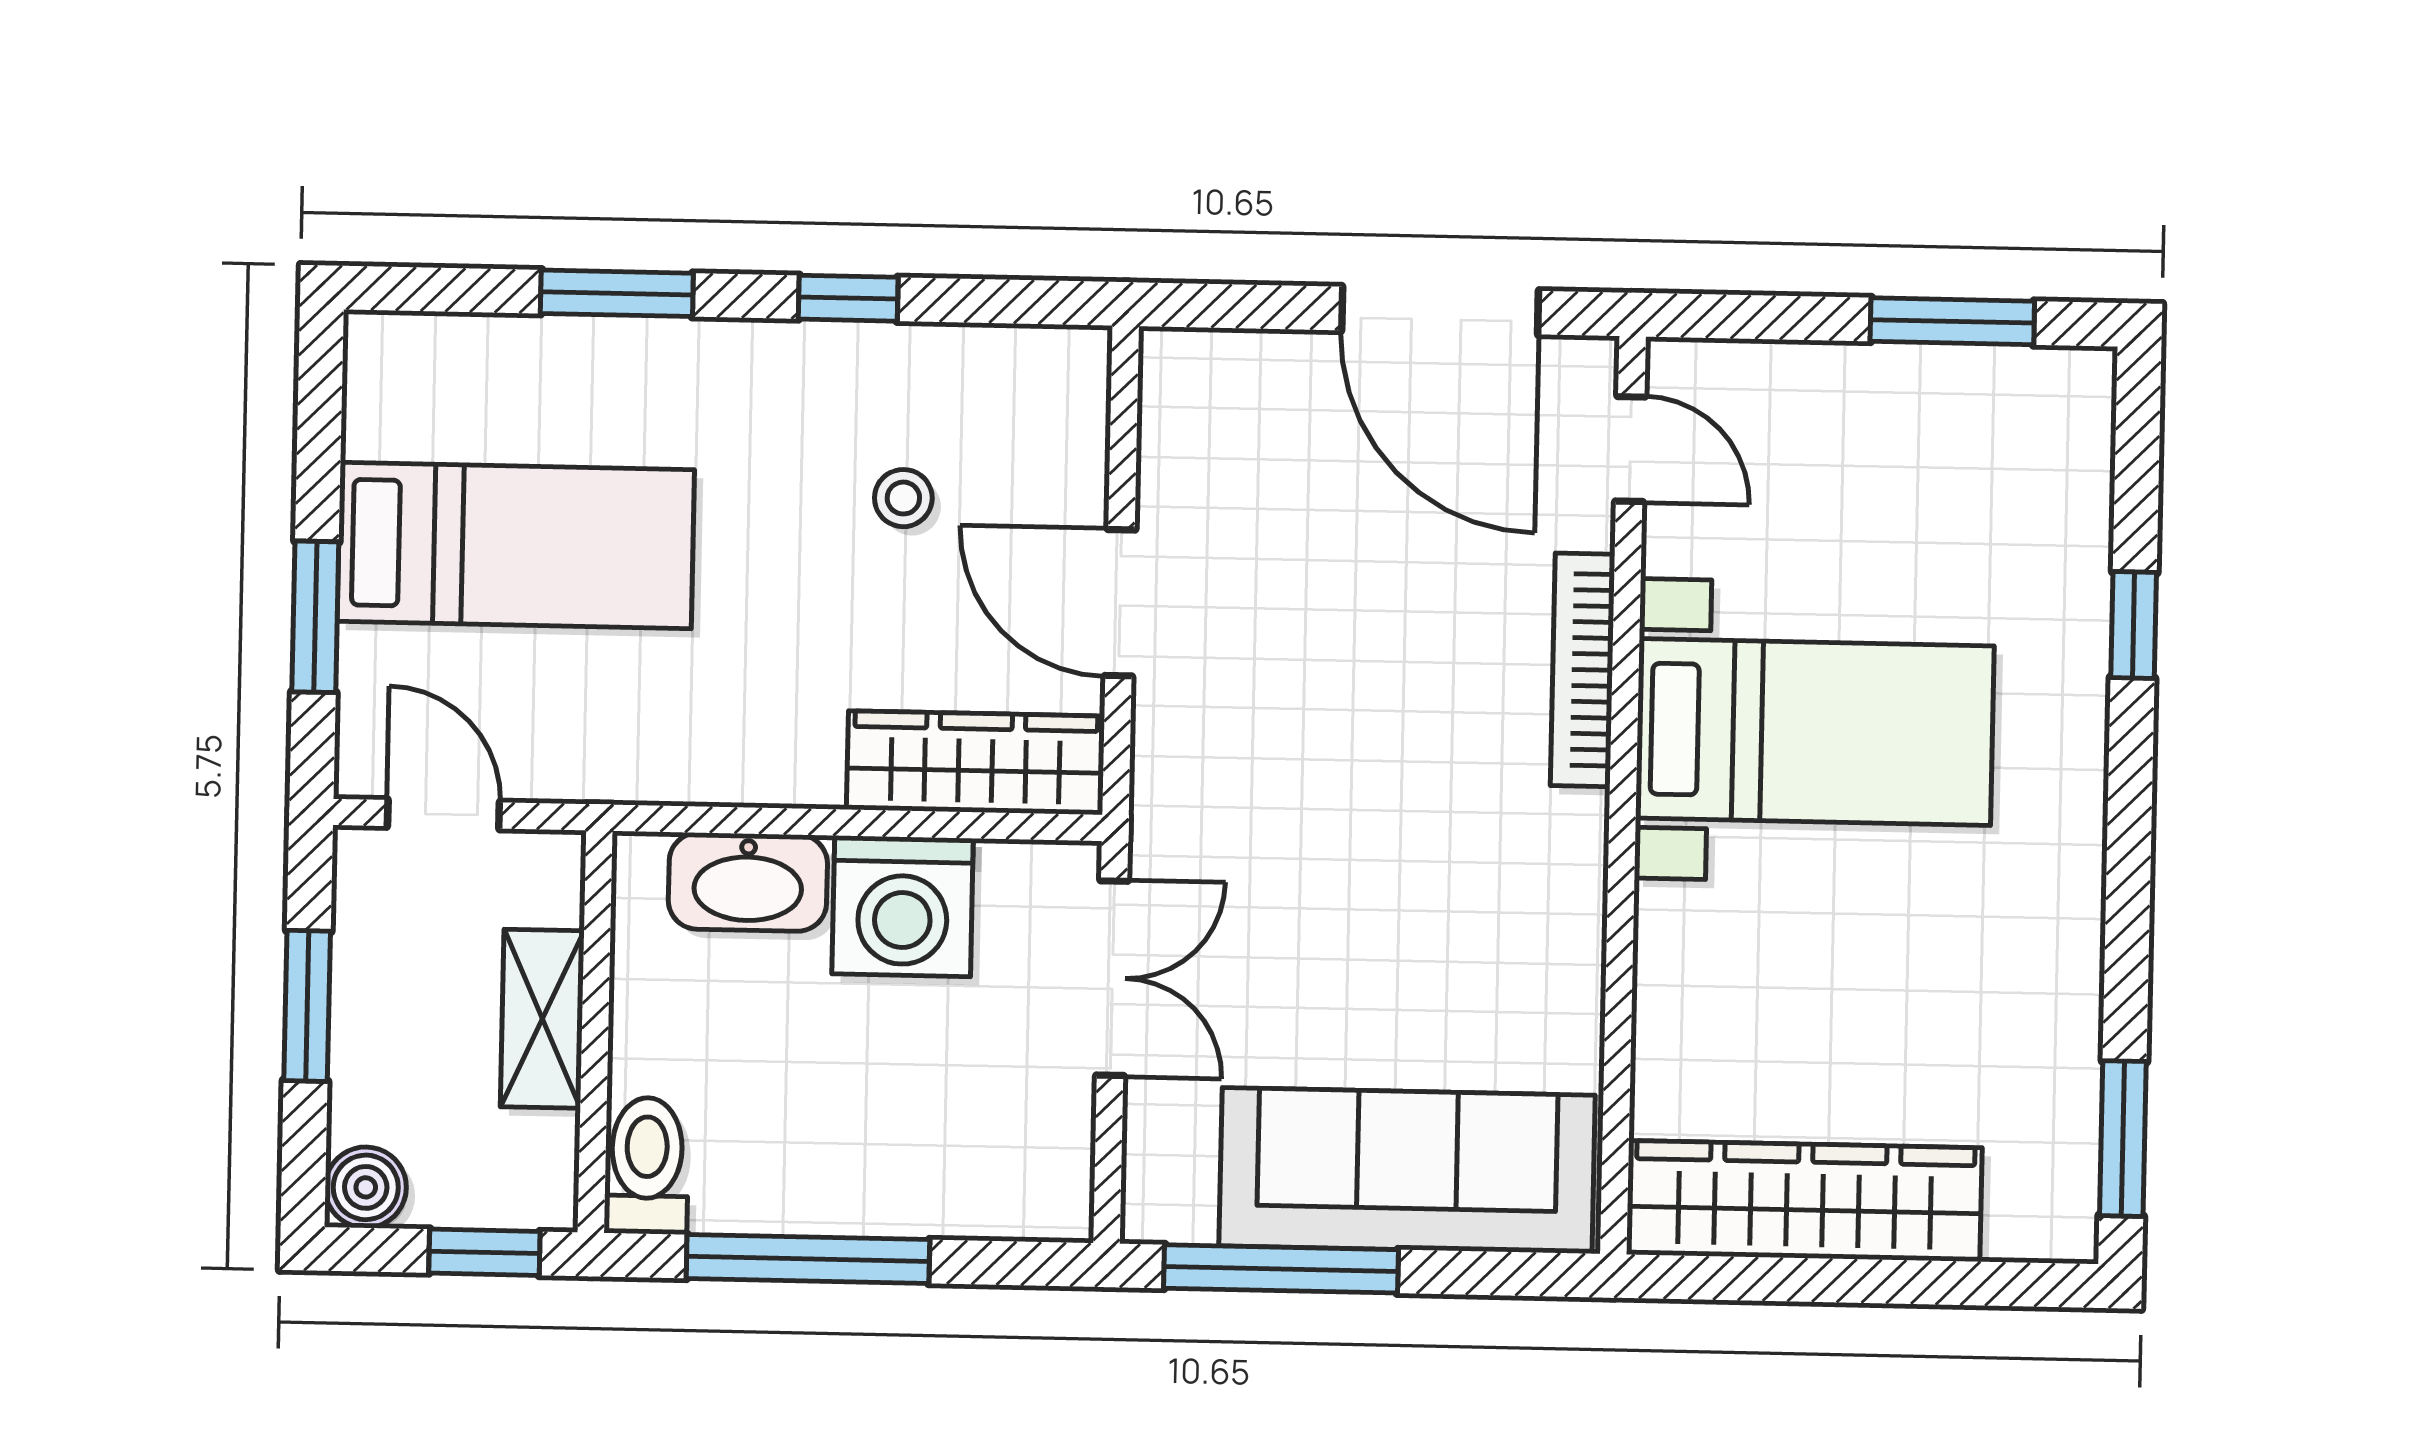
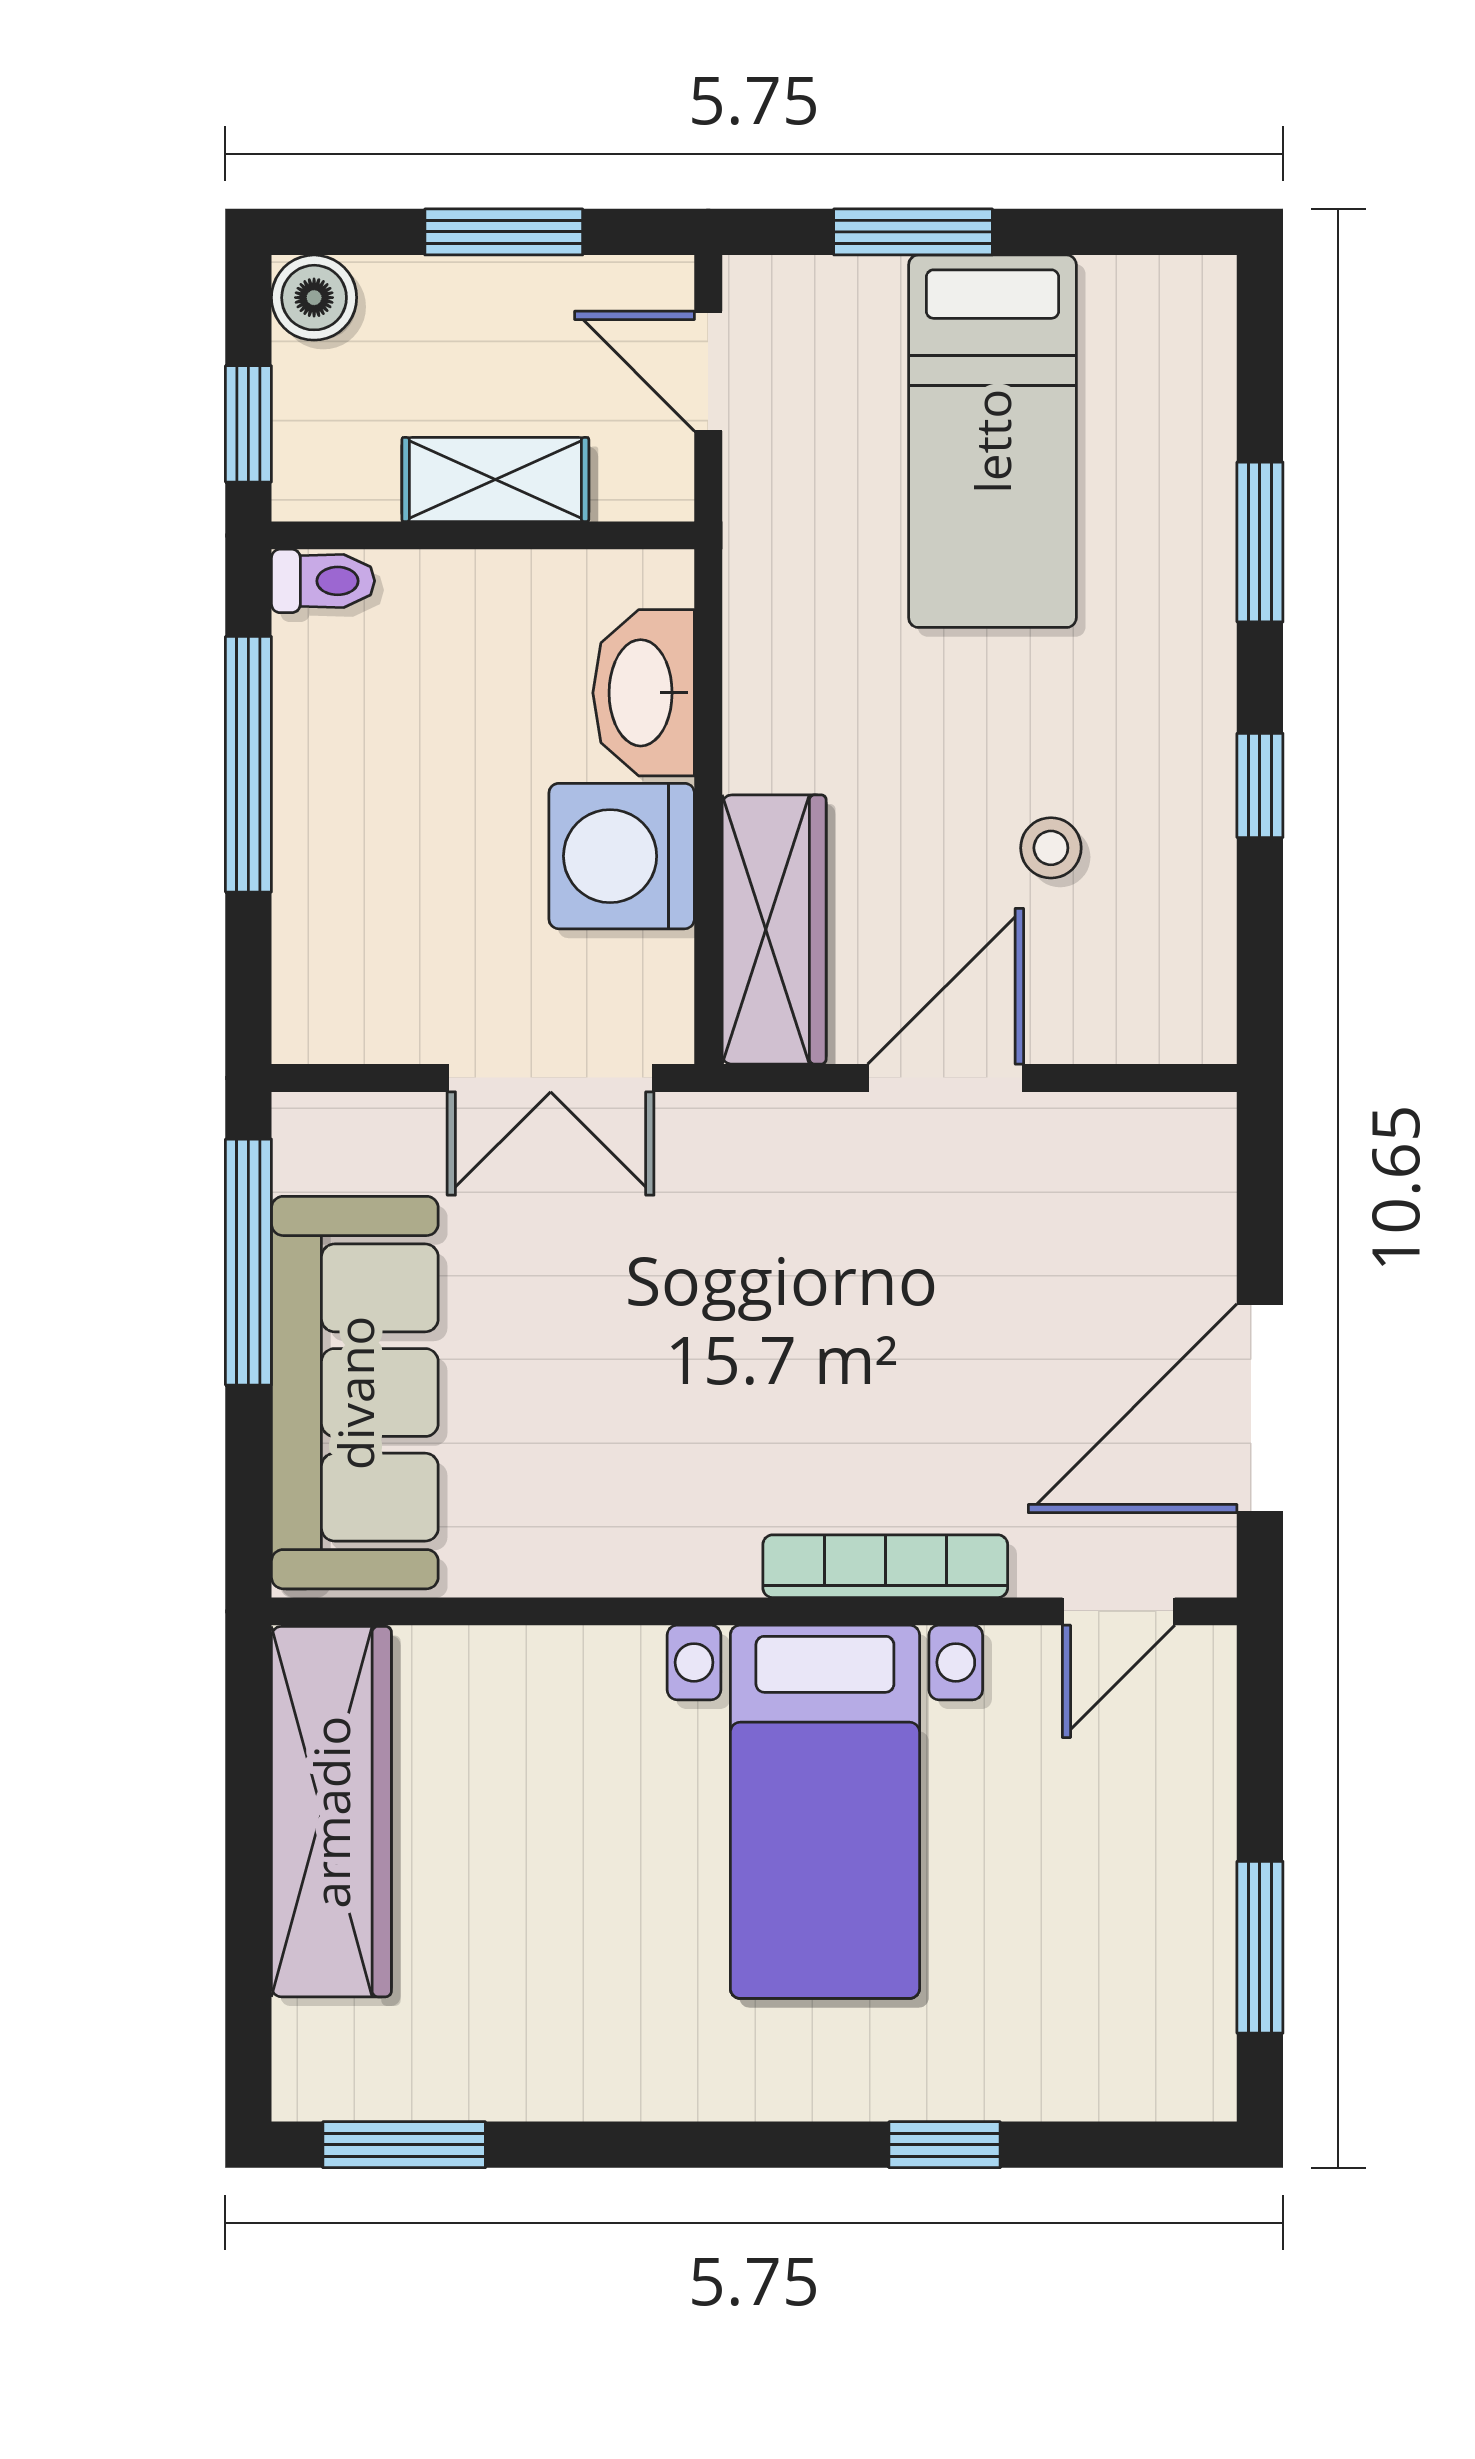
door: (443, 814) -> (708, 371), swing flipped
toilet: (647, 1166) -> (323, 581), width x0.73, depth x0.72

